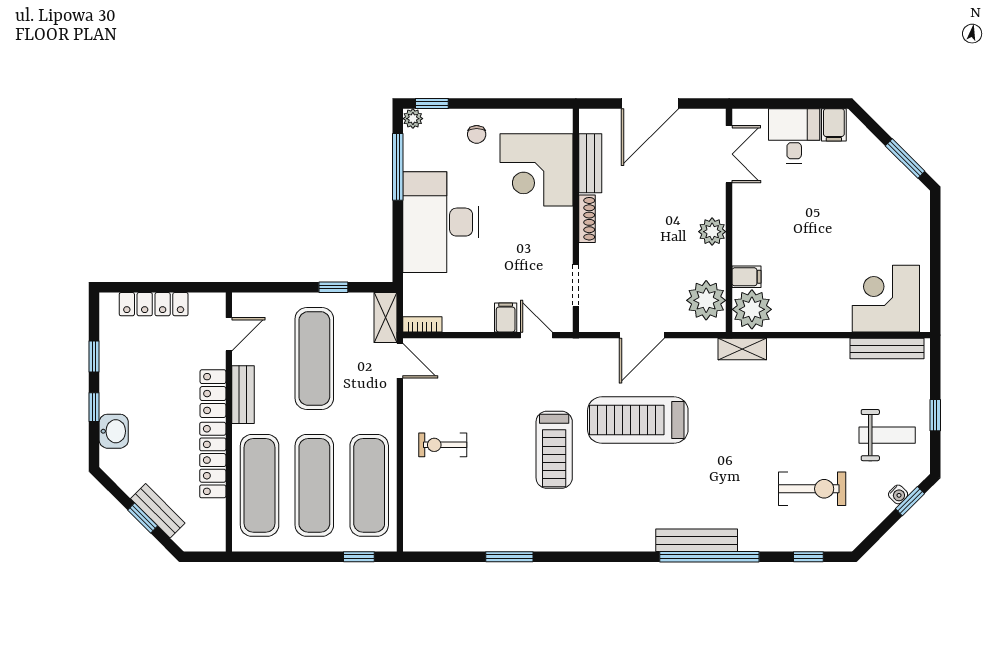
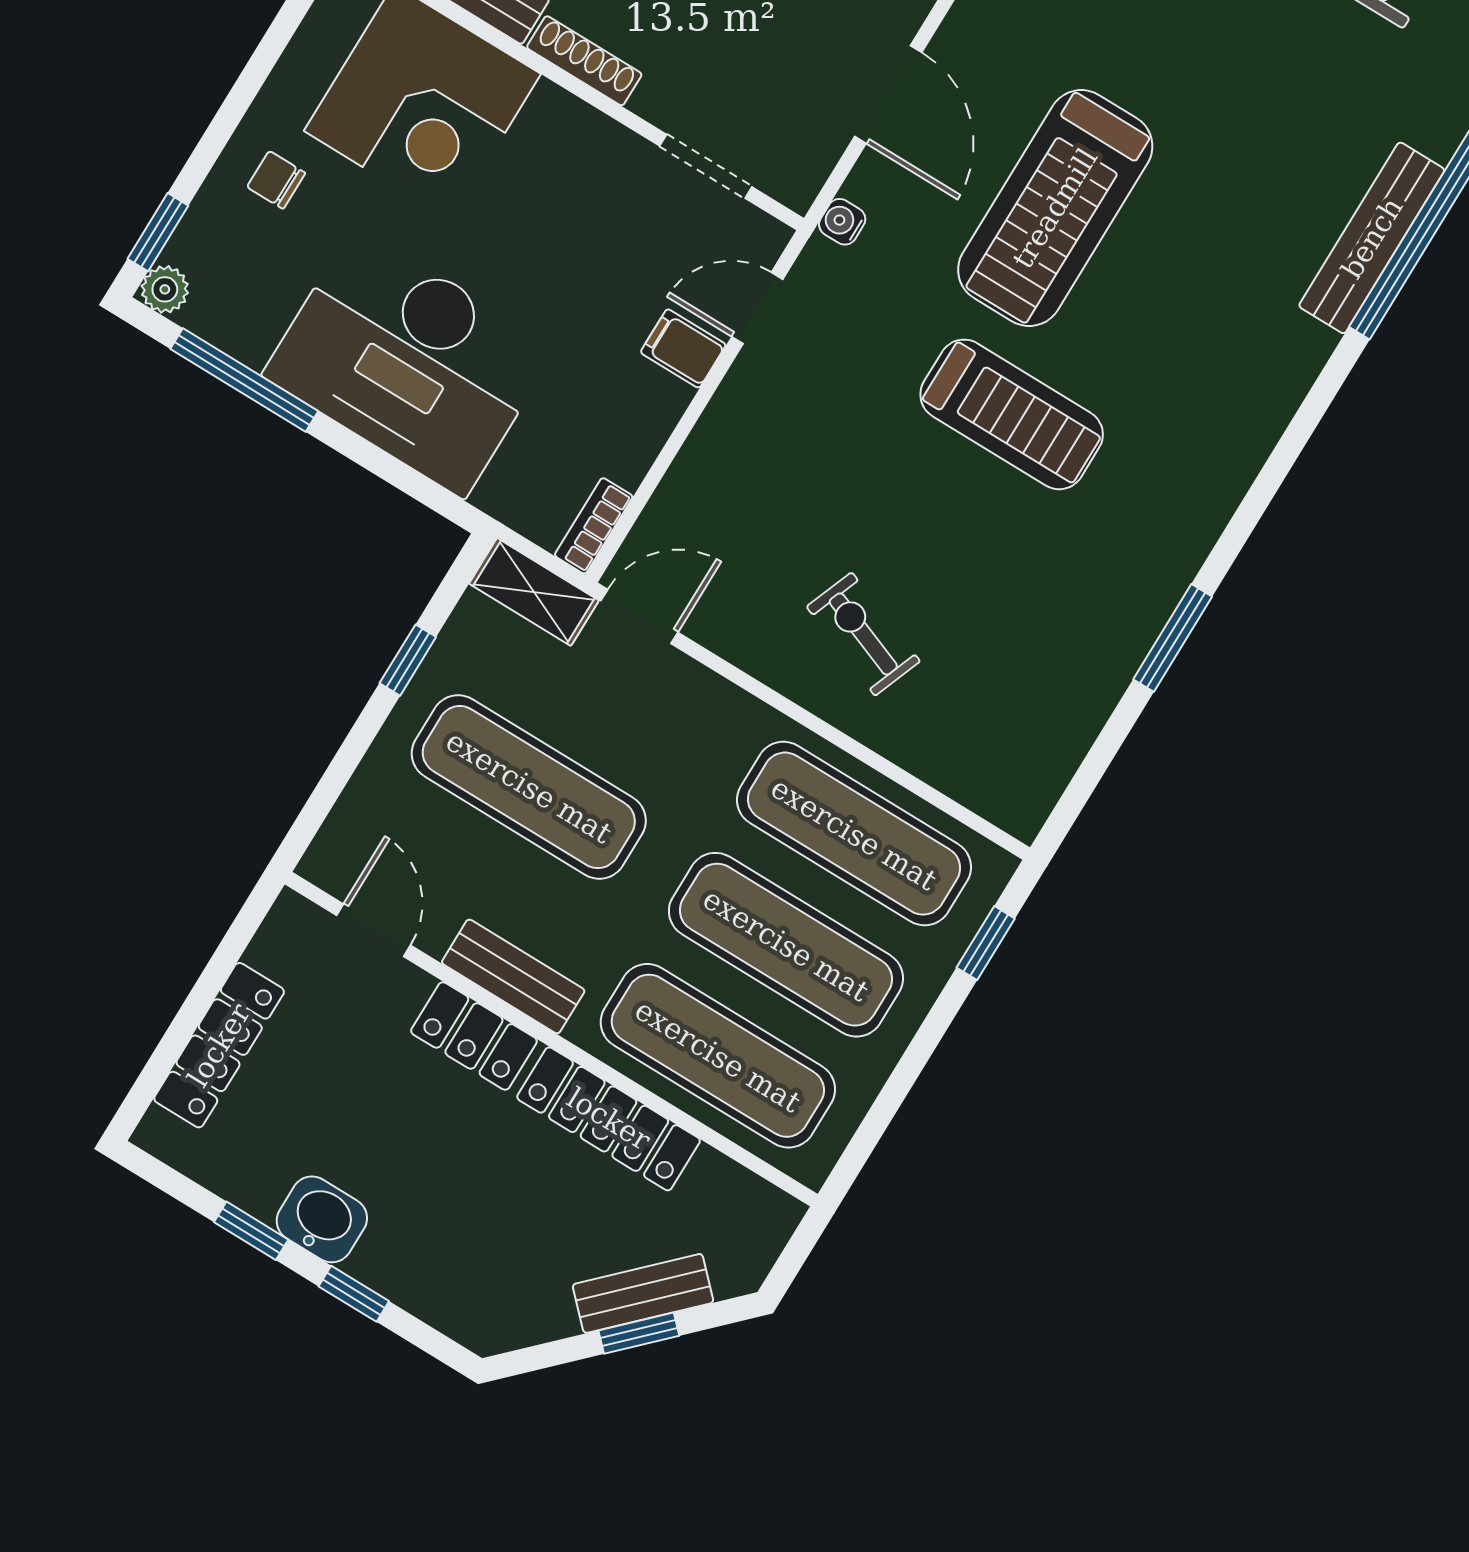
chair: (477, 134) -> (276, 180), turned 180
water cooler: (586, 347) -> (842, 222), added
washbasin: (114, 431) -> (322, 1219), moved
exercise bike: (443, 445) -> (863, 634), turned 111

